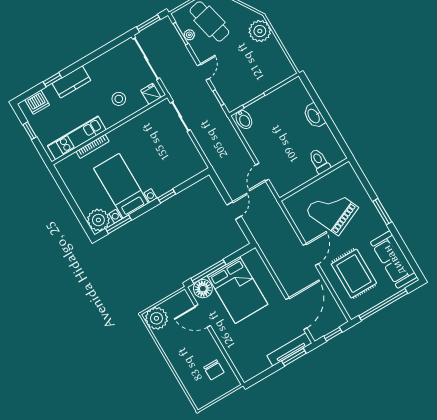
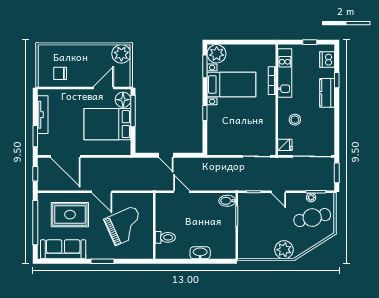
tv unit: (289, 349) -> (43, 115), moved

